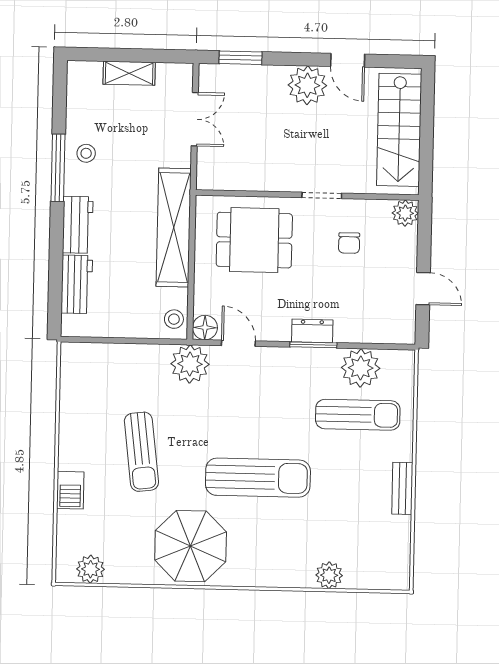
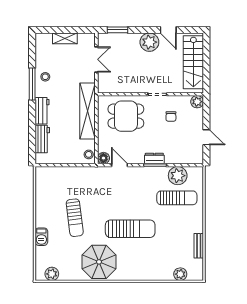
plant: (190, 364) -> (97, 176), removed
bench: (402, 488) -> (199, 246), moved
plant: (329, 575) -> (180, 274), moved

